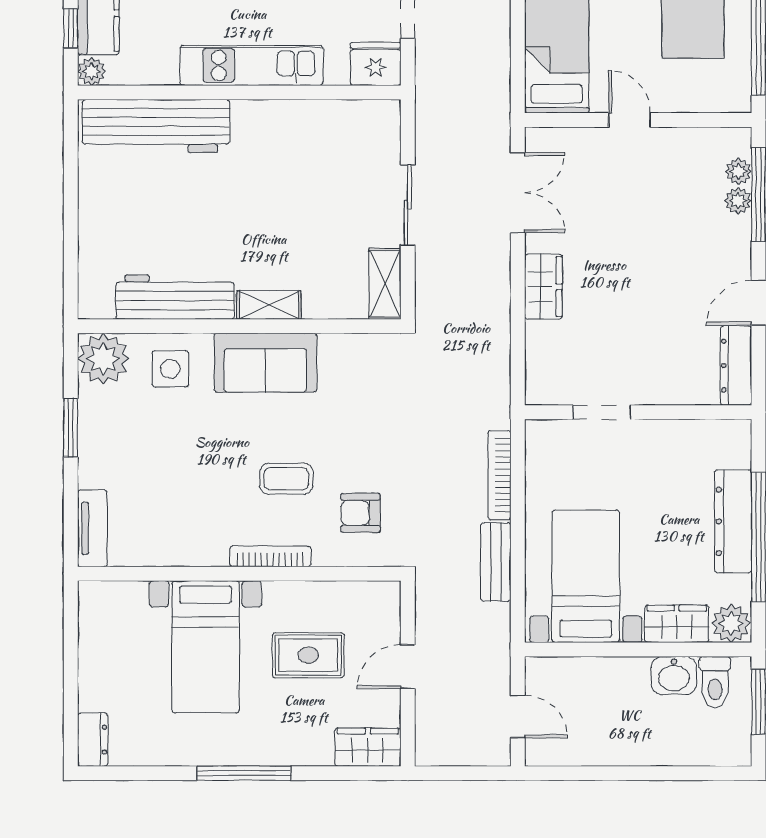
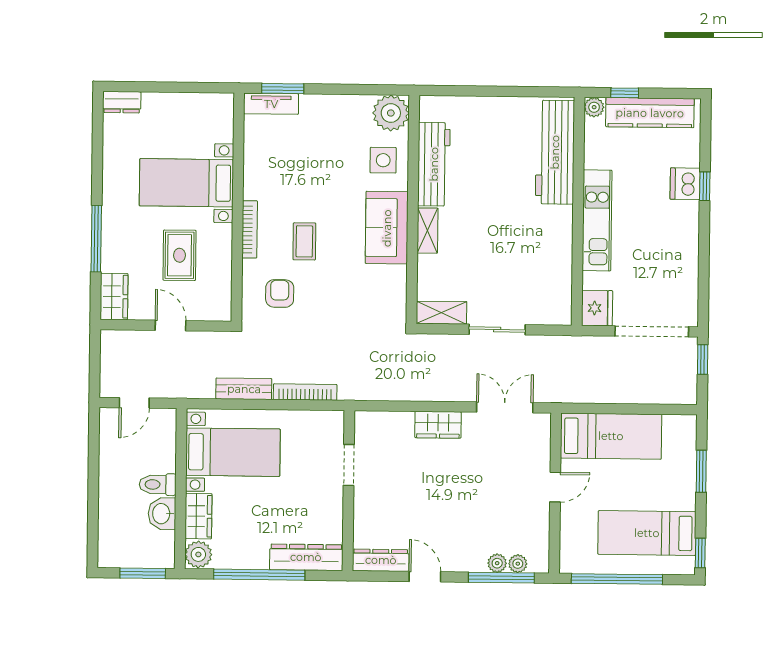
double door: (518, 193) -> (505, 407), swing flipped
window: (71, 428) -> (283, 89), moved
dresser: (733, 521) -> (306, 557), moved
toilet: (715, 682) -> (158, 484), moved
window: (244, 773) -> (96, 239), moved

